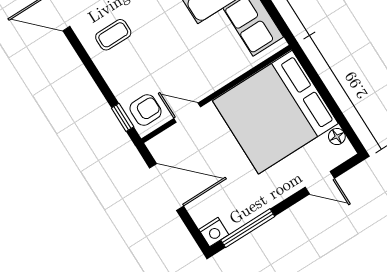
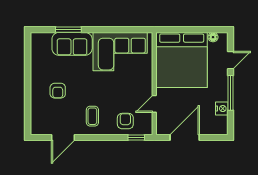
armchair: (146, 110) -> (125, 121), moved
window: (248, 228) -> (231, 93), moved
nightstand: (214, 232) -> (222, 109), moved

